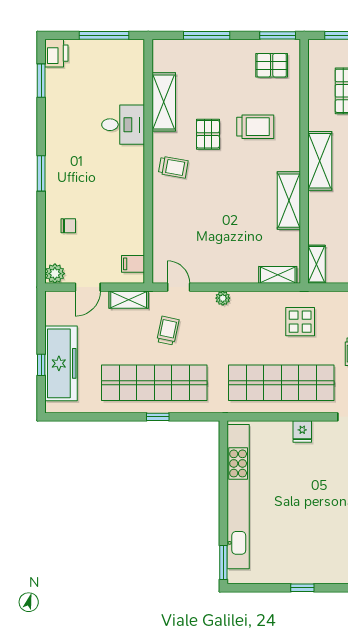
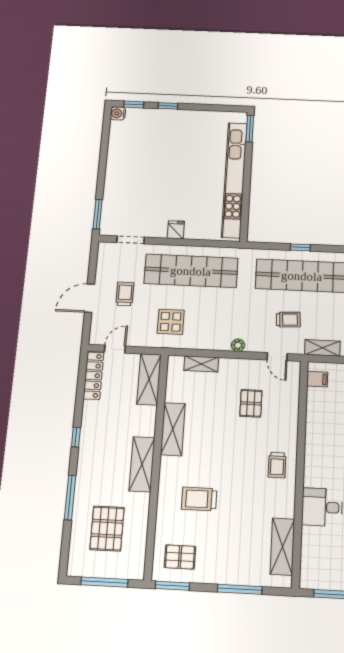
shelving: (164, 102) -> (282, 547), moved
pallet: (208, 134) -> (251, 403), moved
trolley: (173, 167) -> (277, 465), turned -100
shelving: (317, 264) -> (149, 379), width x1.50, depth x1.33
shelving: (278, 275) -> (201, 364), moved
trolley: (168, 331) -> (288, 320), turned -105
window: (302, 588) -> (168, 106), moved

